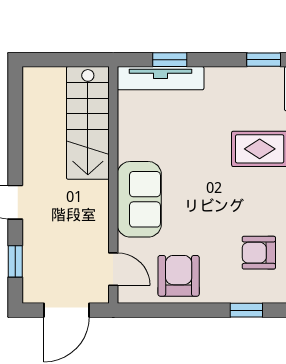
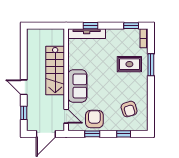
stairs: (88, 123) -> (55, 71), moved
armchair: (259, 253) -> (129, 109), turned -107
window: (174, 310) -> (92, 134), added

